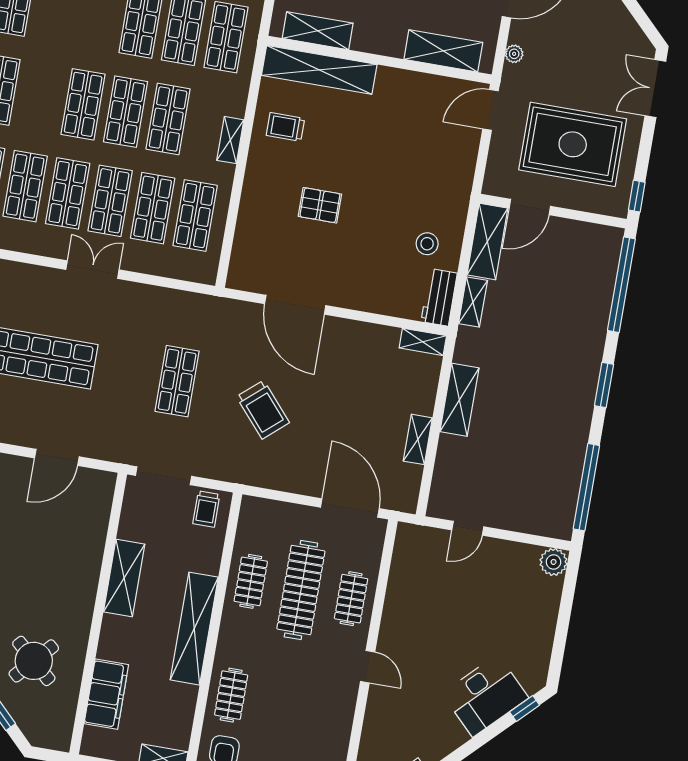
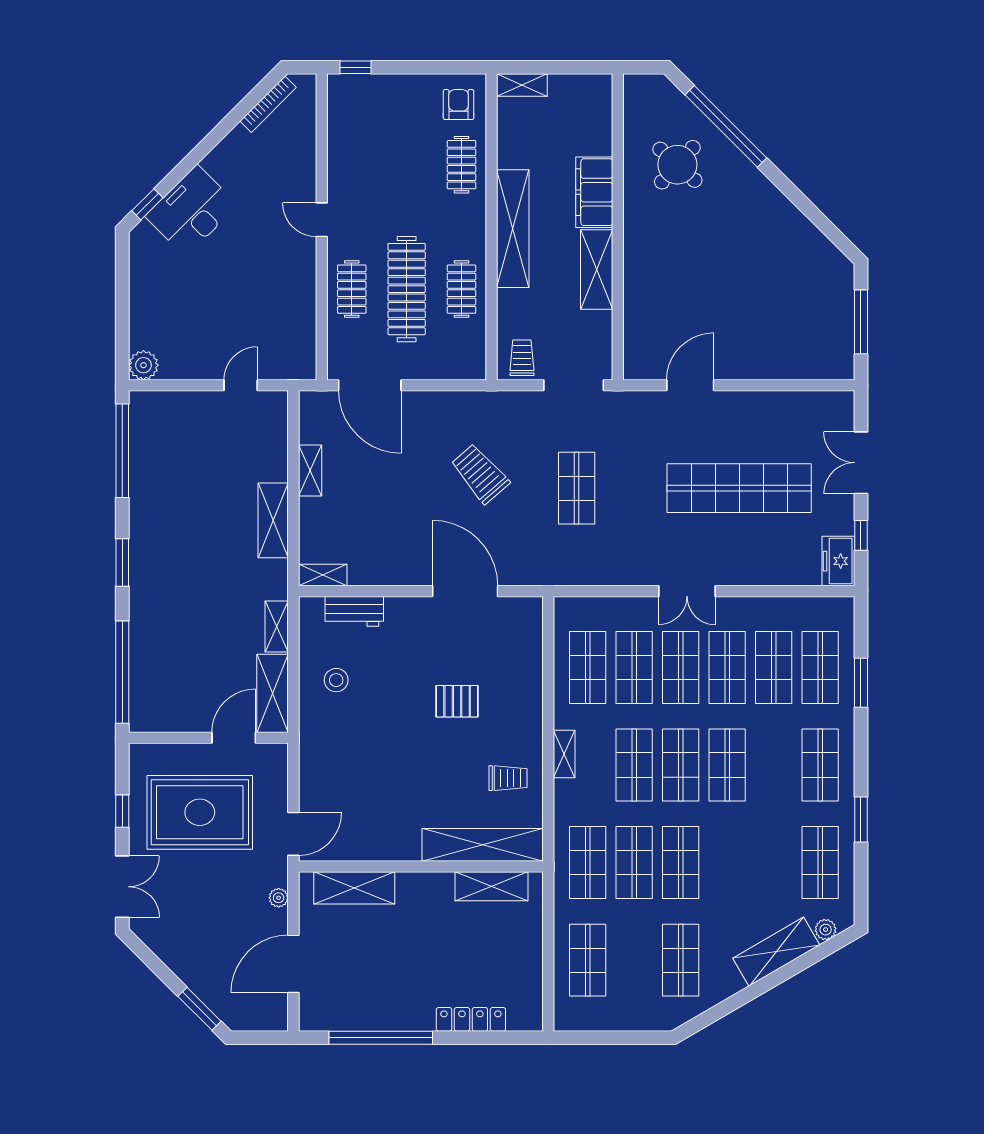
window: (637, 196) -> (122, 811), moved
workbench: (439, 297) -> (354, 611), moved, turned 90
filing cabinet: (106, 694) -> (594, 192), moved

